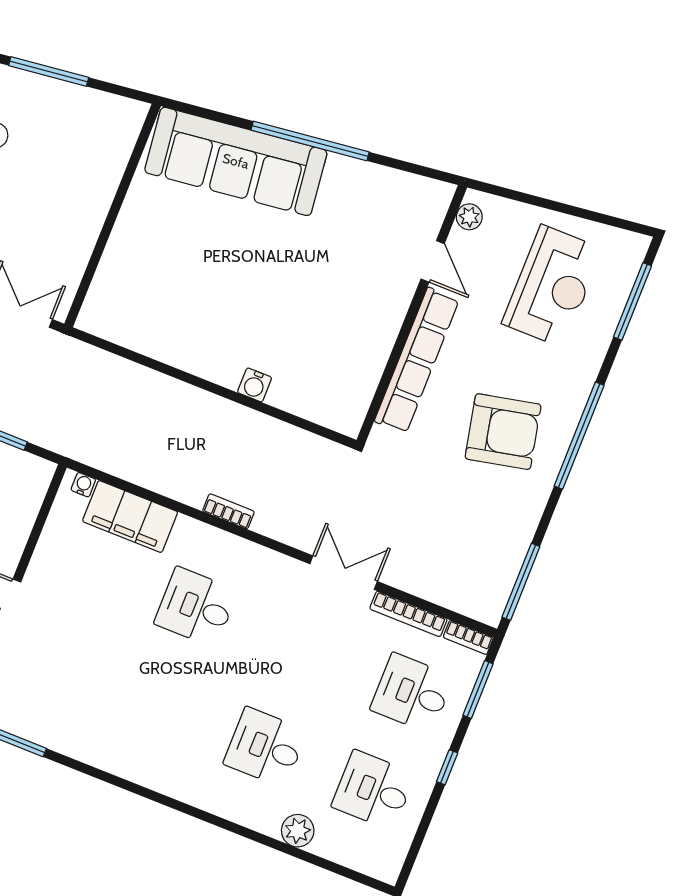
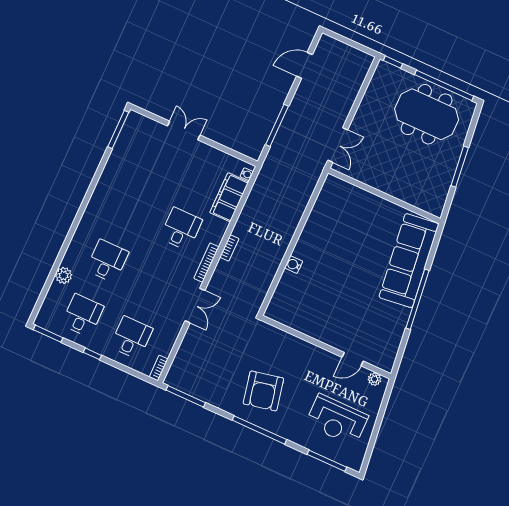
row of seats: (417, 360) -> (302, 348), removed
bookcase: (408, 614) -> (206, 263), moved
window: (478, 690) -> (48, 334), moved

